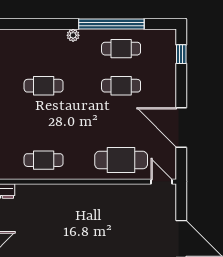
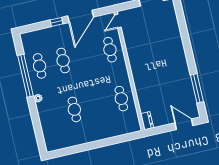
window: (181, 54) -> (56, 22), moved
cafe table: (121, 160) -> (110, 50), width x0.73, depth x0.74

